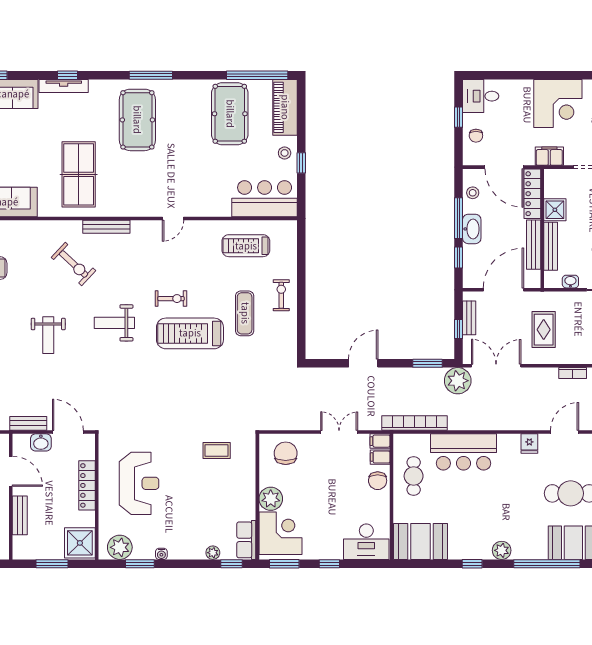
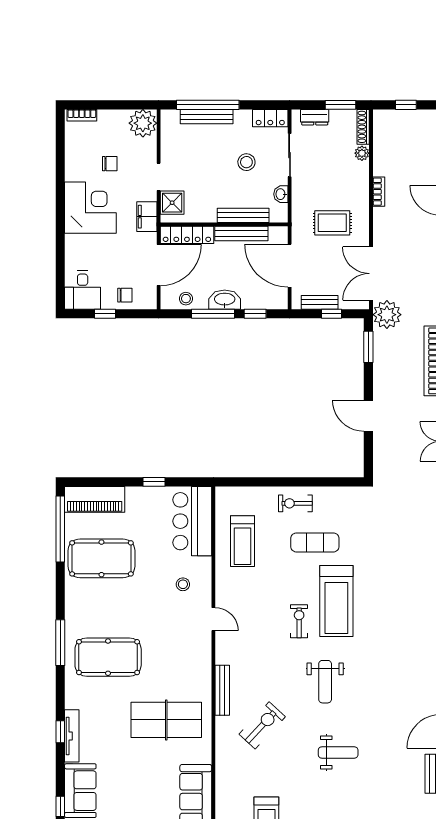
stool: (285, 153) -> (183, 584), moved
shower: (555, 210) -> (172, 203), moved

